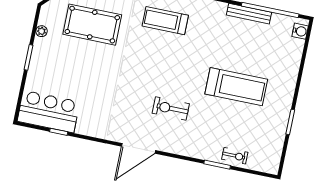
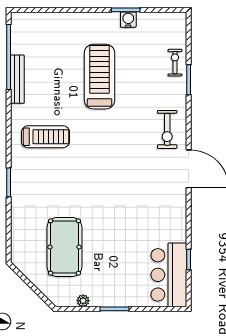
treadmill: (165, 21) -> (46, 137), moved, turned -90
water cooler: (300, 31) -> (128, 20), moved
exercise bike: (171, 108) -> (167, 129), moved

